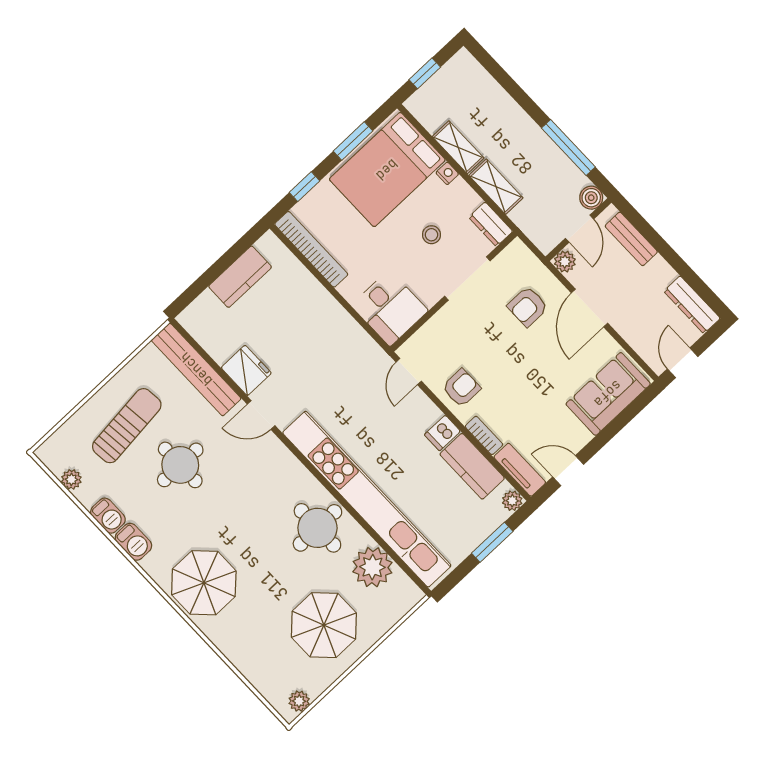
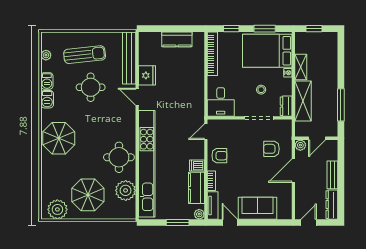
shelving: (496, 187) -> (303, 101), width x1.50, depth x1.33
boiler: (591, 198) -> (332, 131), removed
bench: (631, 239) -> (332, 175), moved
sofa: (608, 394) -> (257, 208), moved
plant: (299, 701) -> (57, 209), width x1.87, depth x1.87

